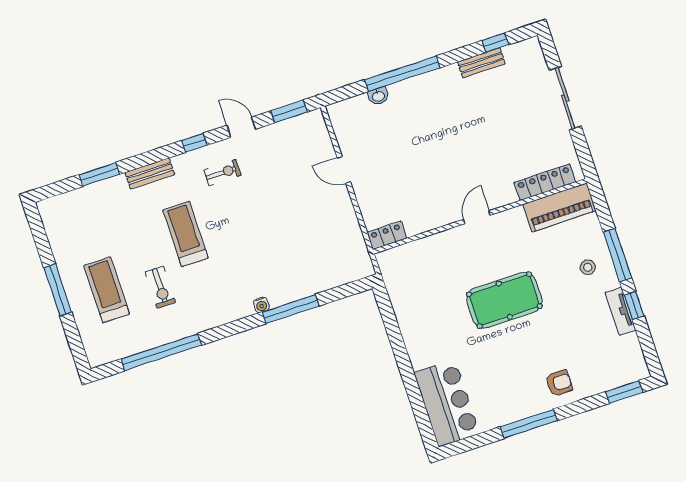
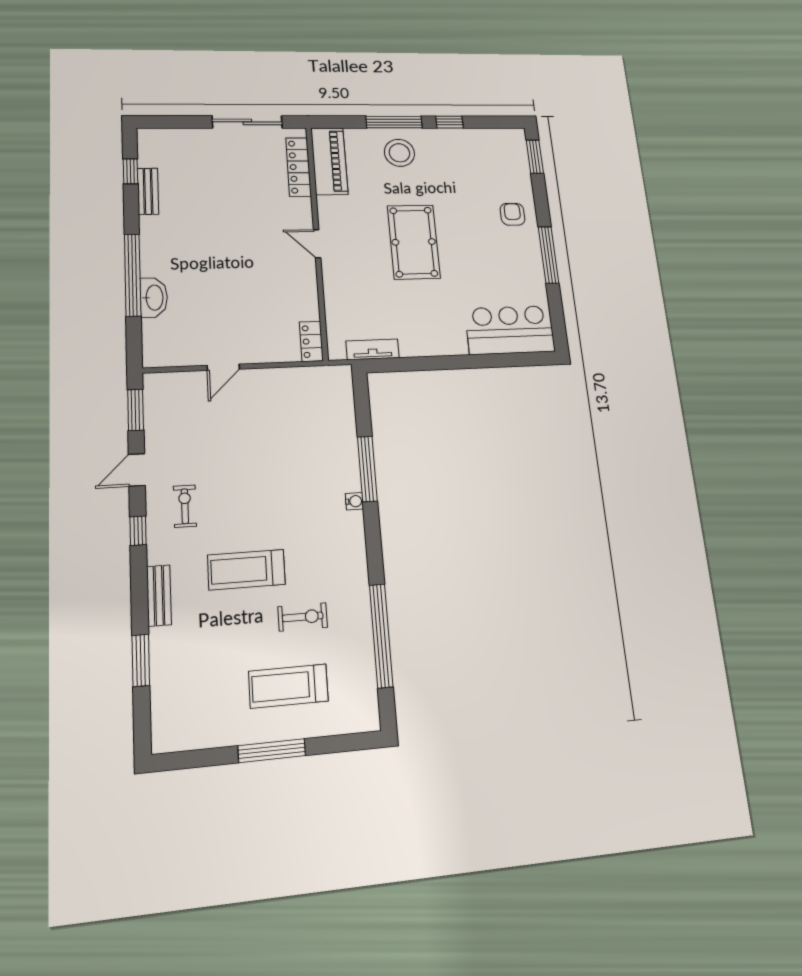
washbasin: (378, 96) -> (154, 298), width x1.91, depth x1.45
sliding door: (565, 98) -> (247, 122), moved
stool: (588, 267) -> (399, 153), width x1.89, depth x1.89
tv unit: (620, 311) -> (373, 349), moved, turned 180

